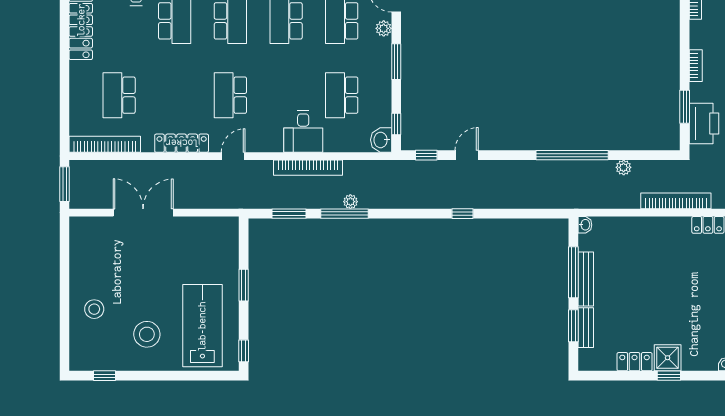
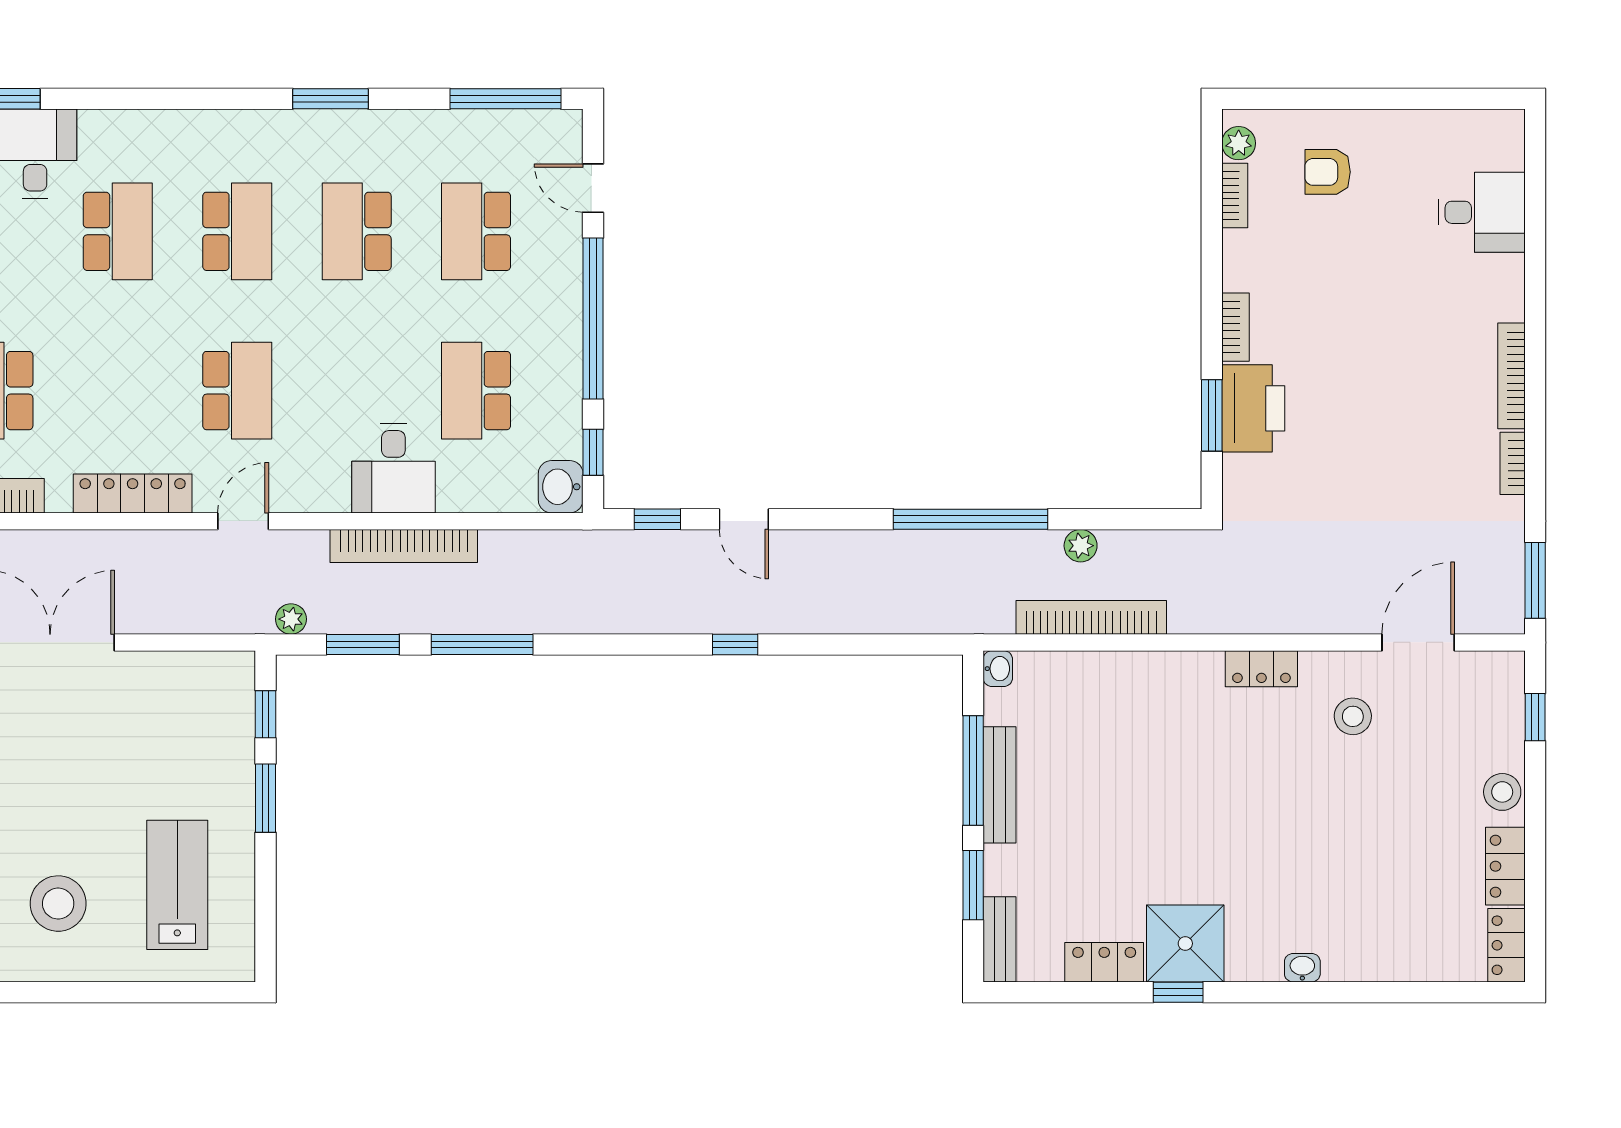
plant: (384, 28) -> (566, 247), removed
window: (396, 62) -> (593, 318), width x2.11
school desk: (230, 95) -> (237, 391), turned 180
printer: (704, 124) -> (1253, 408), moved
door: (467, 155) -> (744, 519), swing flipped
bookcase: (676, 201) -> (1091, 617), moved
plant: (350, 202) -> (291, 619), moved
lab bench: (202, 326) -> (177, 885), width x0.73, depth x0.72
bench: (586, 328) -> (1000, 939), moved
window: (244, 351) -> (266, 714), moved
shower: (668, 358) -> (1185, 943), width x1.36, depth x1.36

